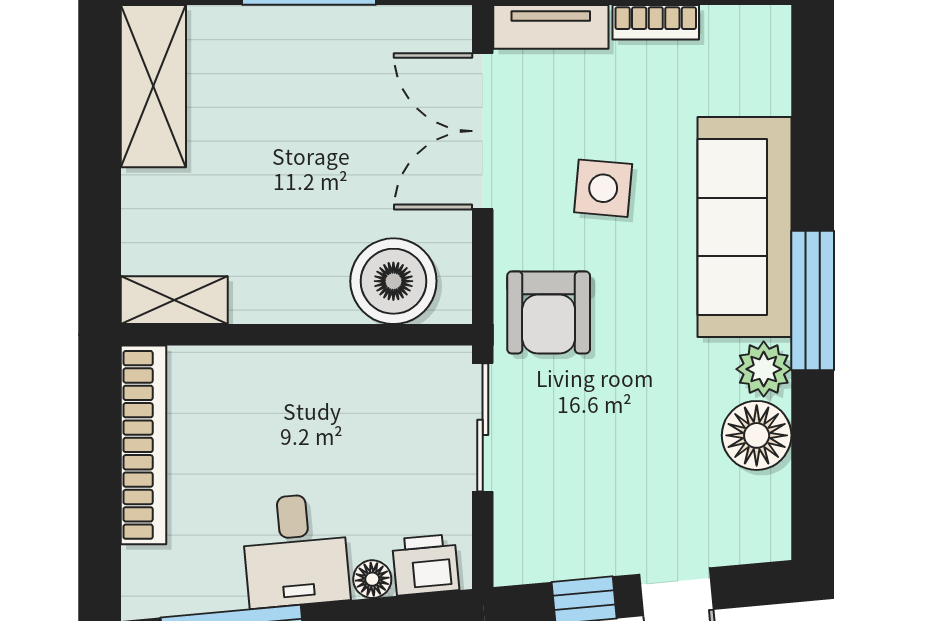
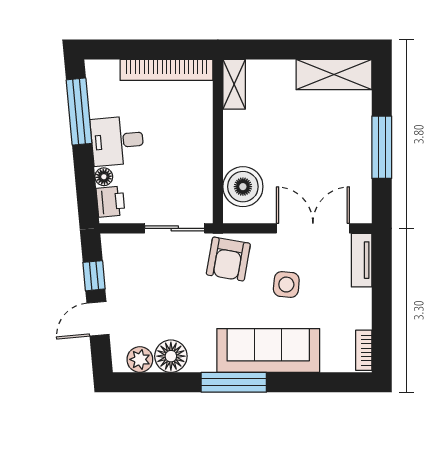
bookcase: (656, 22) -> (364, 350), moved
armchair: (549, 312) -> (228, 259), turned -80
plant: (764, 369) -> (140, 359), moved

